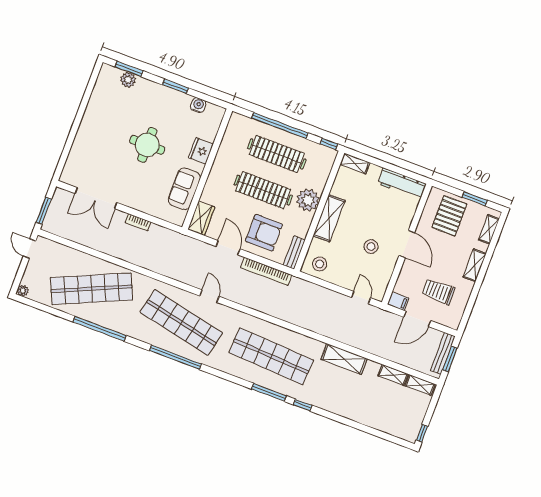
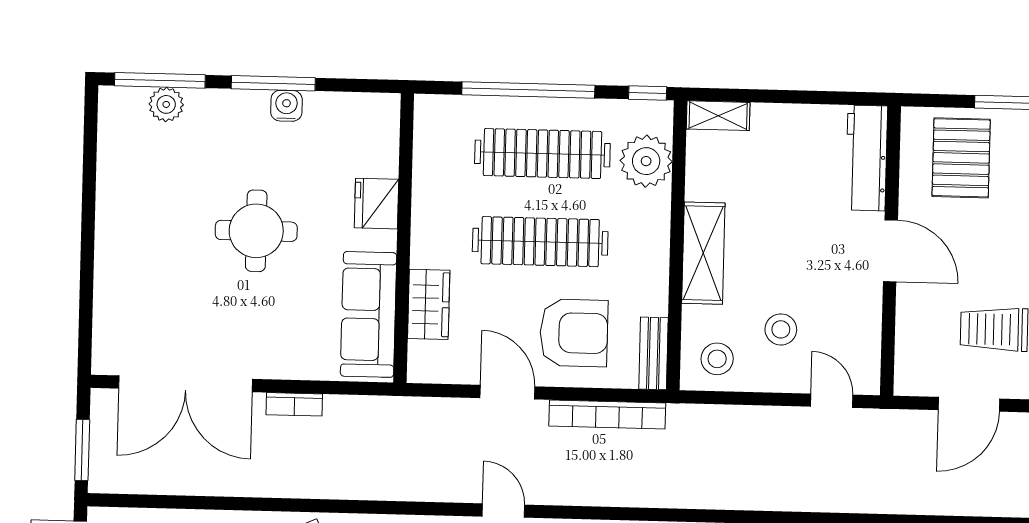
window: (129, 69) -> (160, 80), width x1.44
window: (175, 86) -> (273, 83), width x1.44
water cooler: (198, 105) -> (286, 106), moved
workbench: (402, 184) -> (867, 158), moved, turned 90
sofa: (184, 189) -> (369, 314), width x1.36
double door: (96, 198) -> (186, 384), width x1.36
plant: (308, 200) -> (646, 161), moved
wardrobe: (201, 218) -> (429, 304), moved
stool: (371, 247) -> (781, 329), moved
filing cabinet: (398, 301) -> (914, 381), removed

